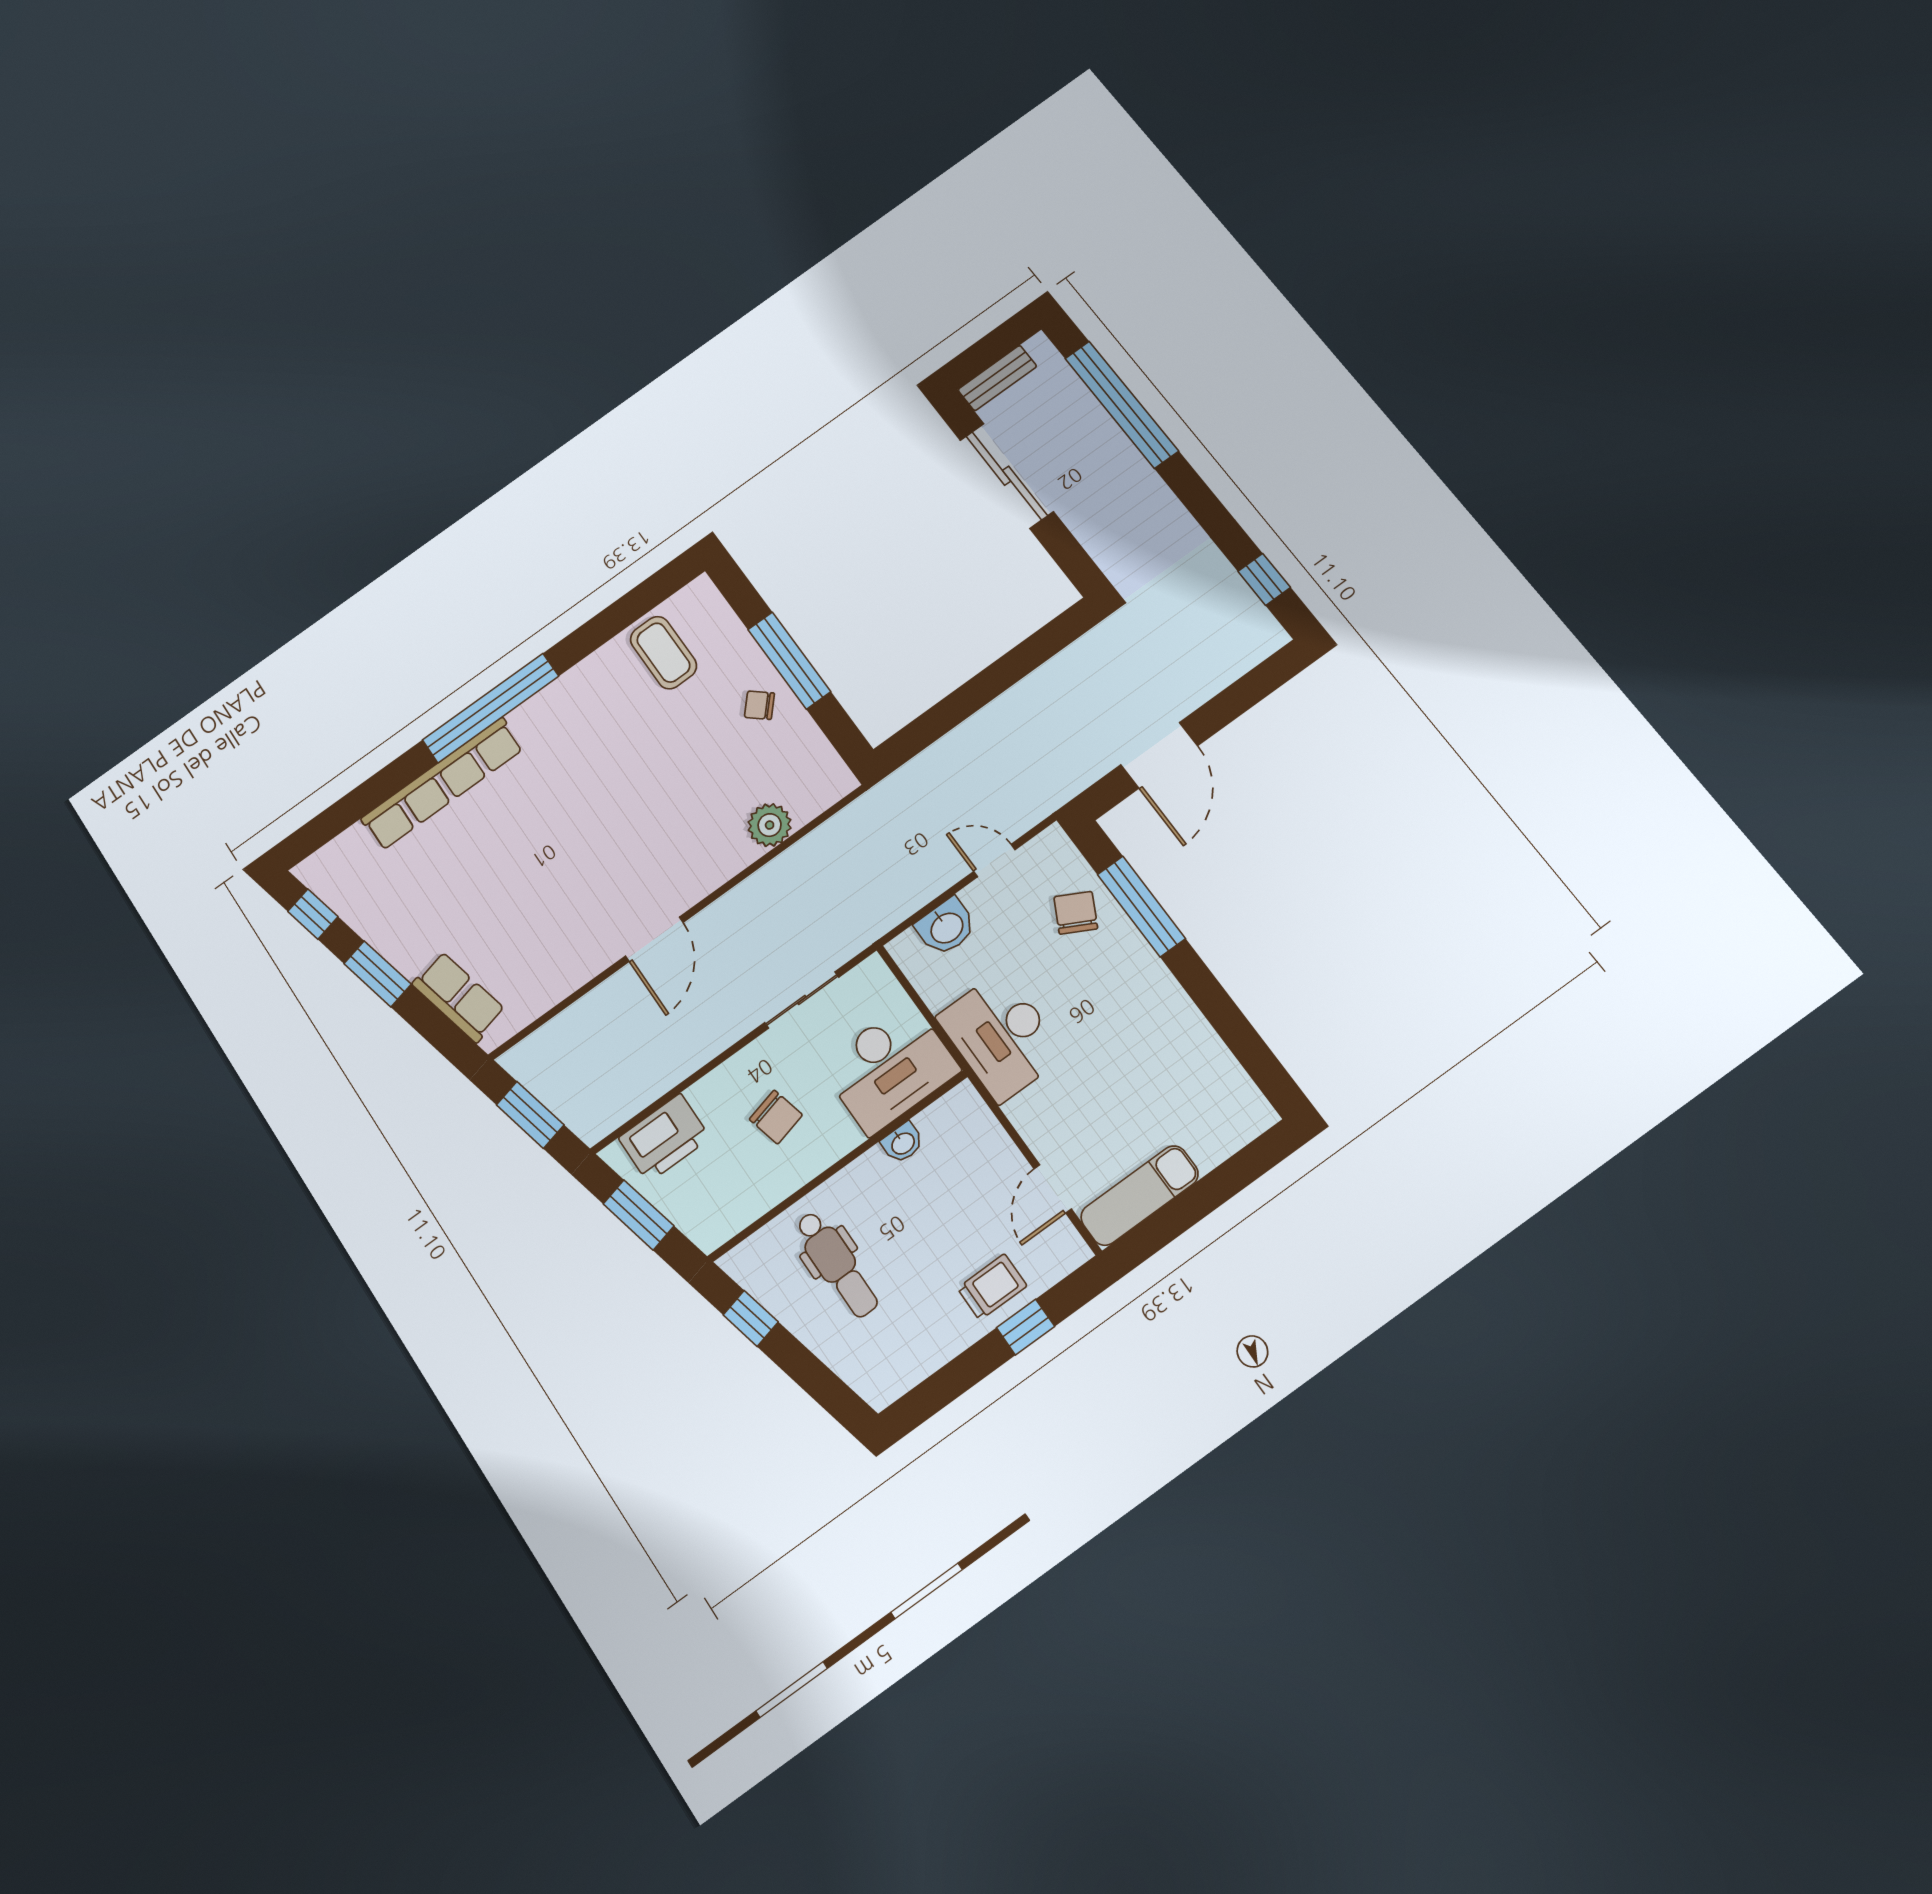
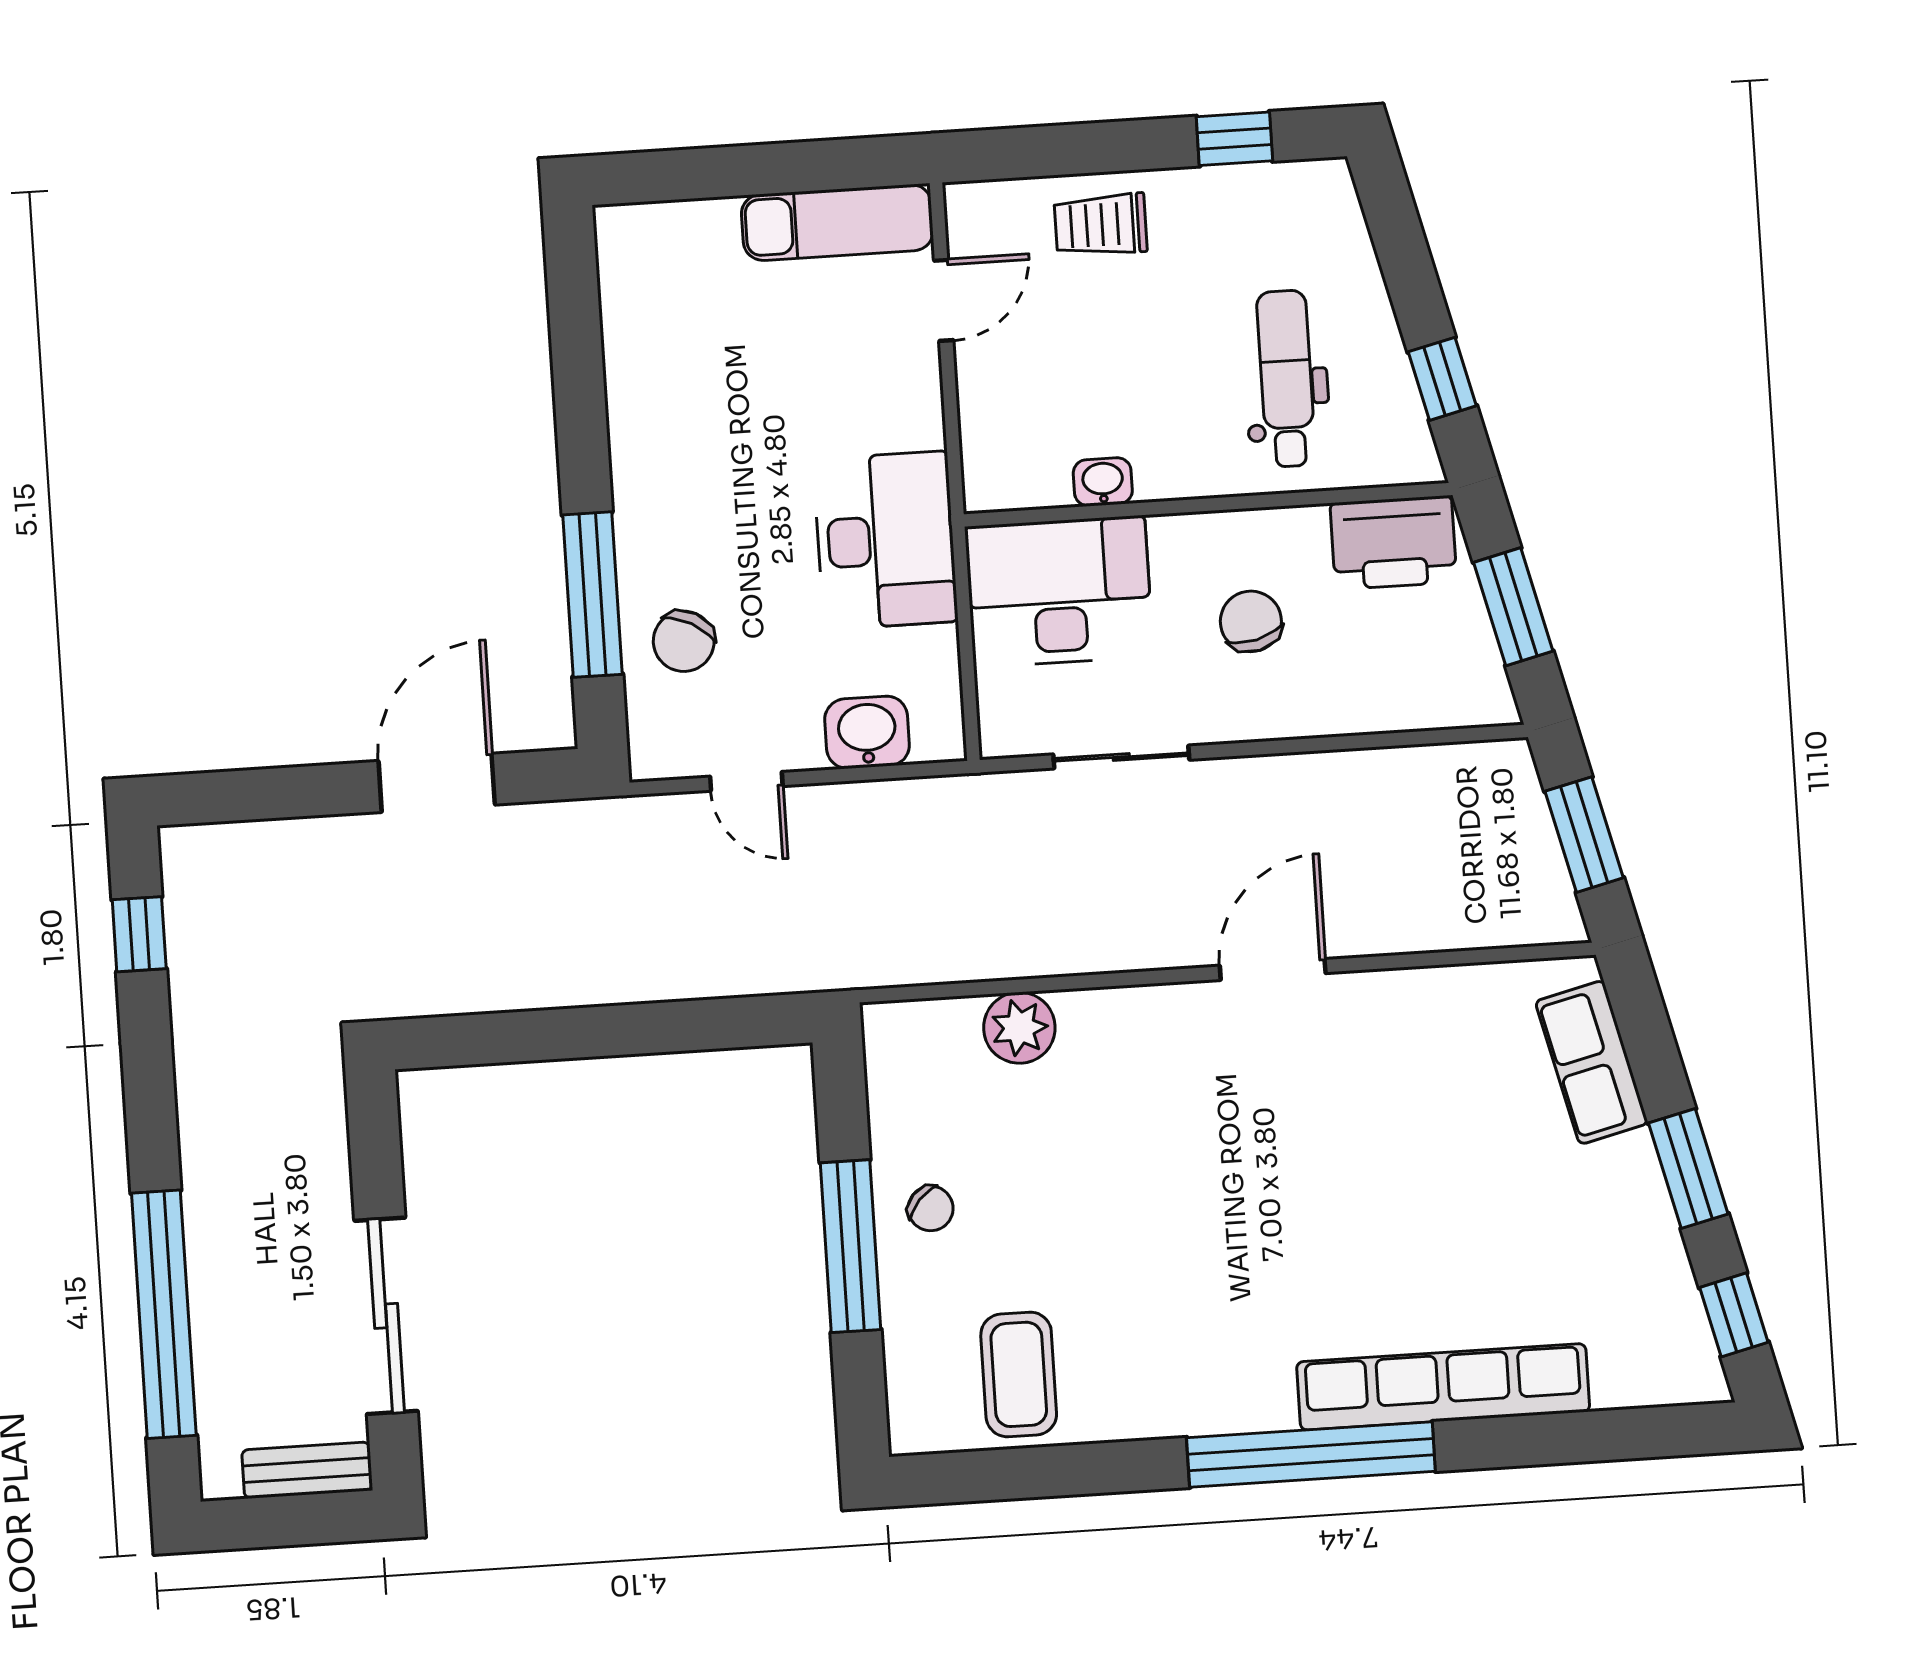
printer: (664, 1138) -> (1393, 543), moved, turned 180
window: (1026, 1327) -> (1234, 139), moved

